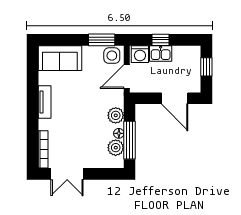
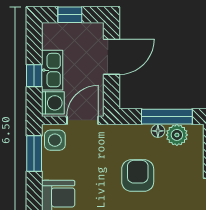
kitchen sink: (161, 54) -> (52, 70), width x1.38
door: (127, 76) -> (83, 120), swing flipped
plant: (116, 115) -> (134, 135), removed
armchair: (85, 118) -> (138, 175), added

